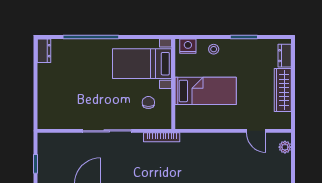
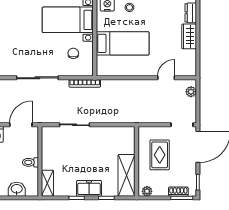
wardrobe: (283, 90) -> (189, 36), width x0.67
door: (256, 131) -> (166, 78), swing flipped

